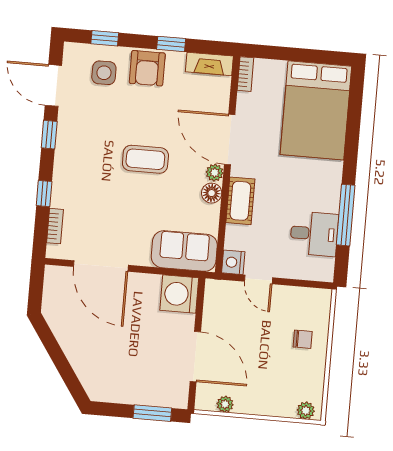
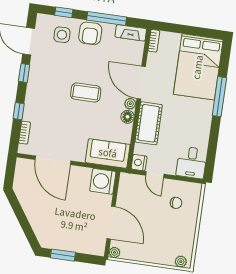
window: (171, 44) -> (107, 18), width x2.17
cot: (240, 201) -> (149, 123), width x1.37, depth x1.34
window: (346, 215) -> (219, 97), moved
desk: (314, 234) -> (192, 163), moved, turned 90
chair: (303, 339) -> (176, 203), moved
plant: (225, 404) -> (114, 252), moved
window: (152, 413) -> (63, 255), moved

